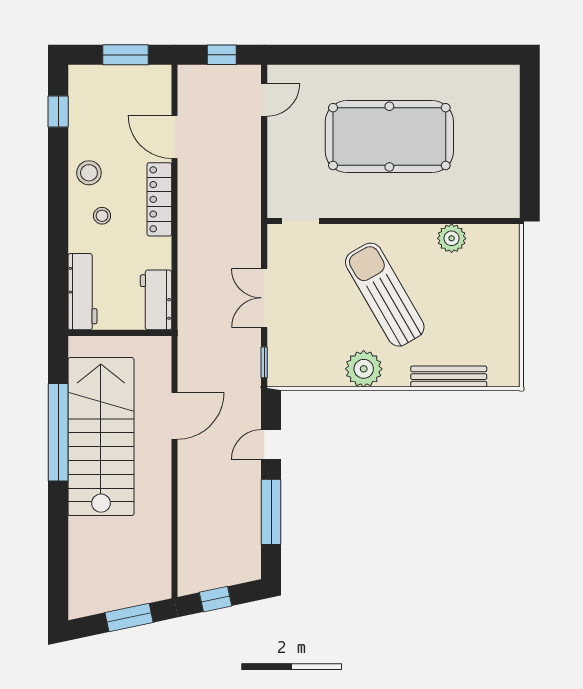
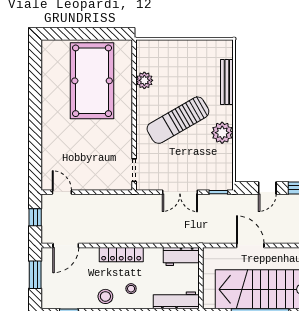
door: (174, 137) -> (66, 245), moved
pool table: (389, 137) -> (92, 81), moved
door: (271, 445) -> (267, 188), hinge flipped

